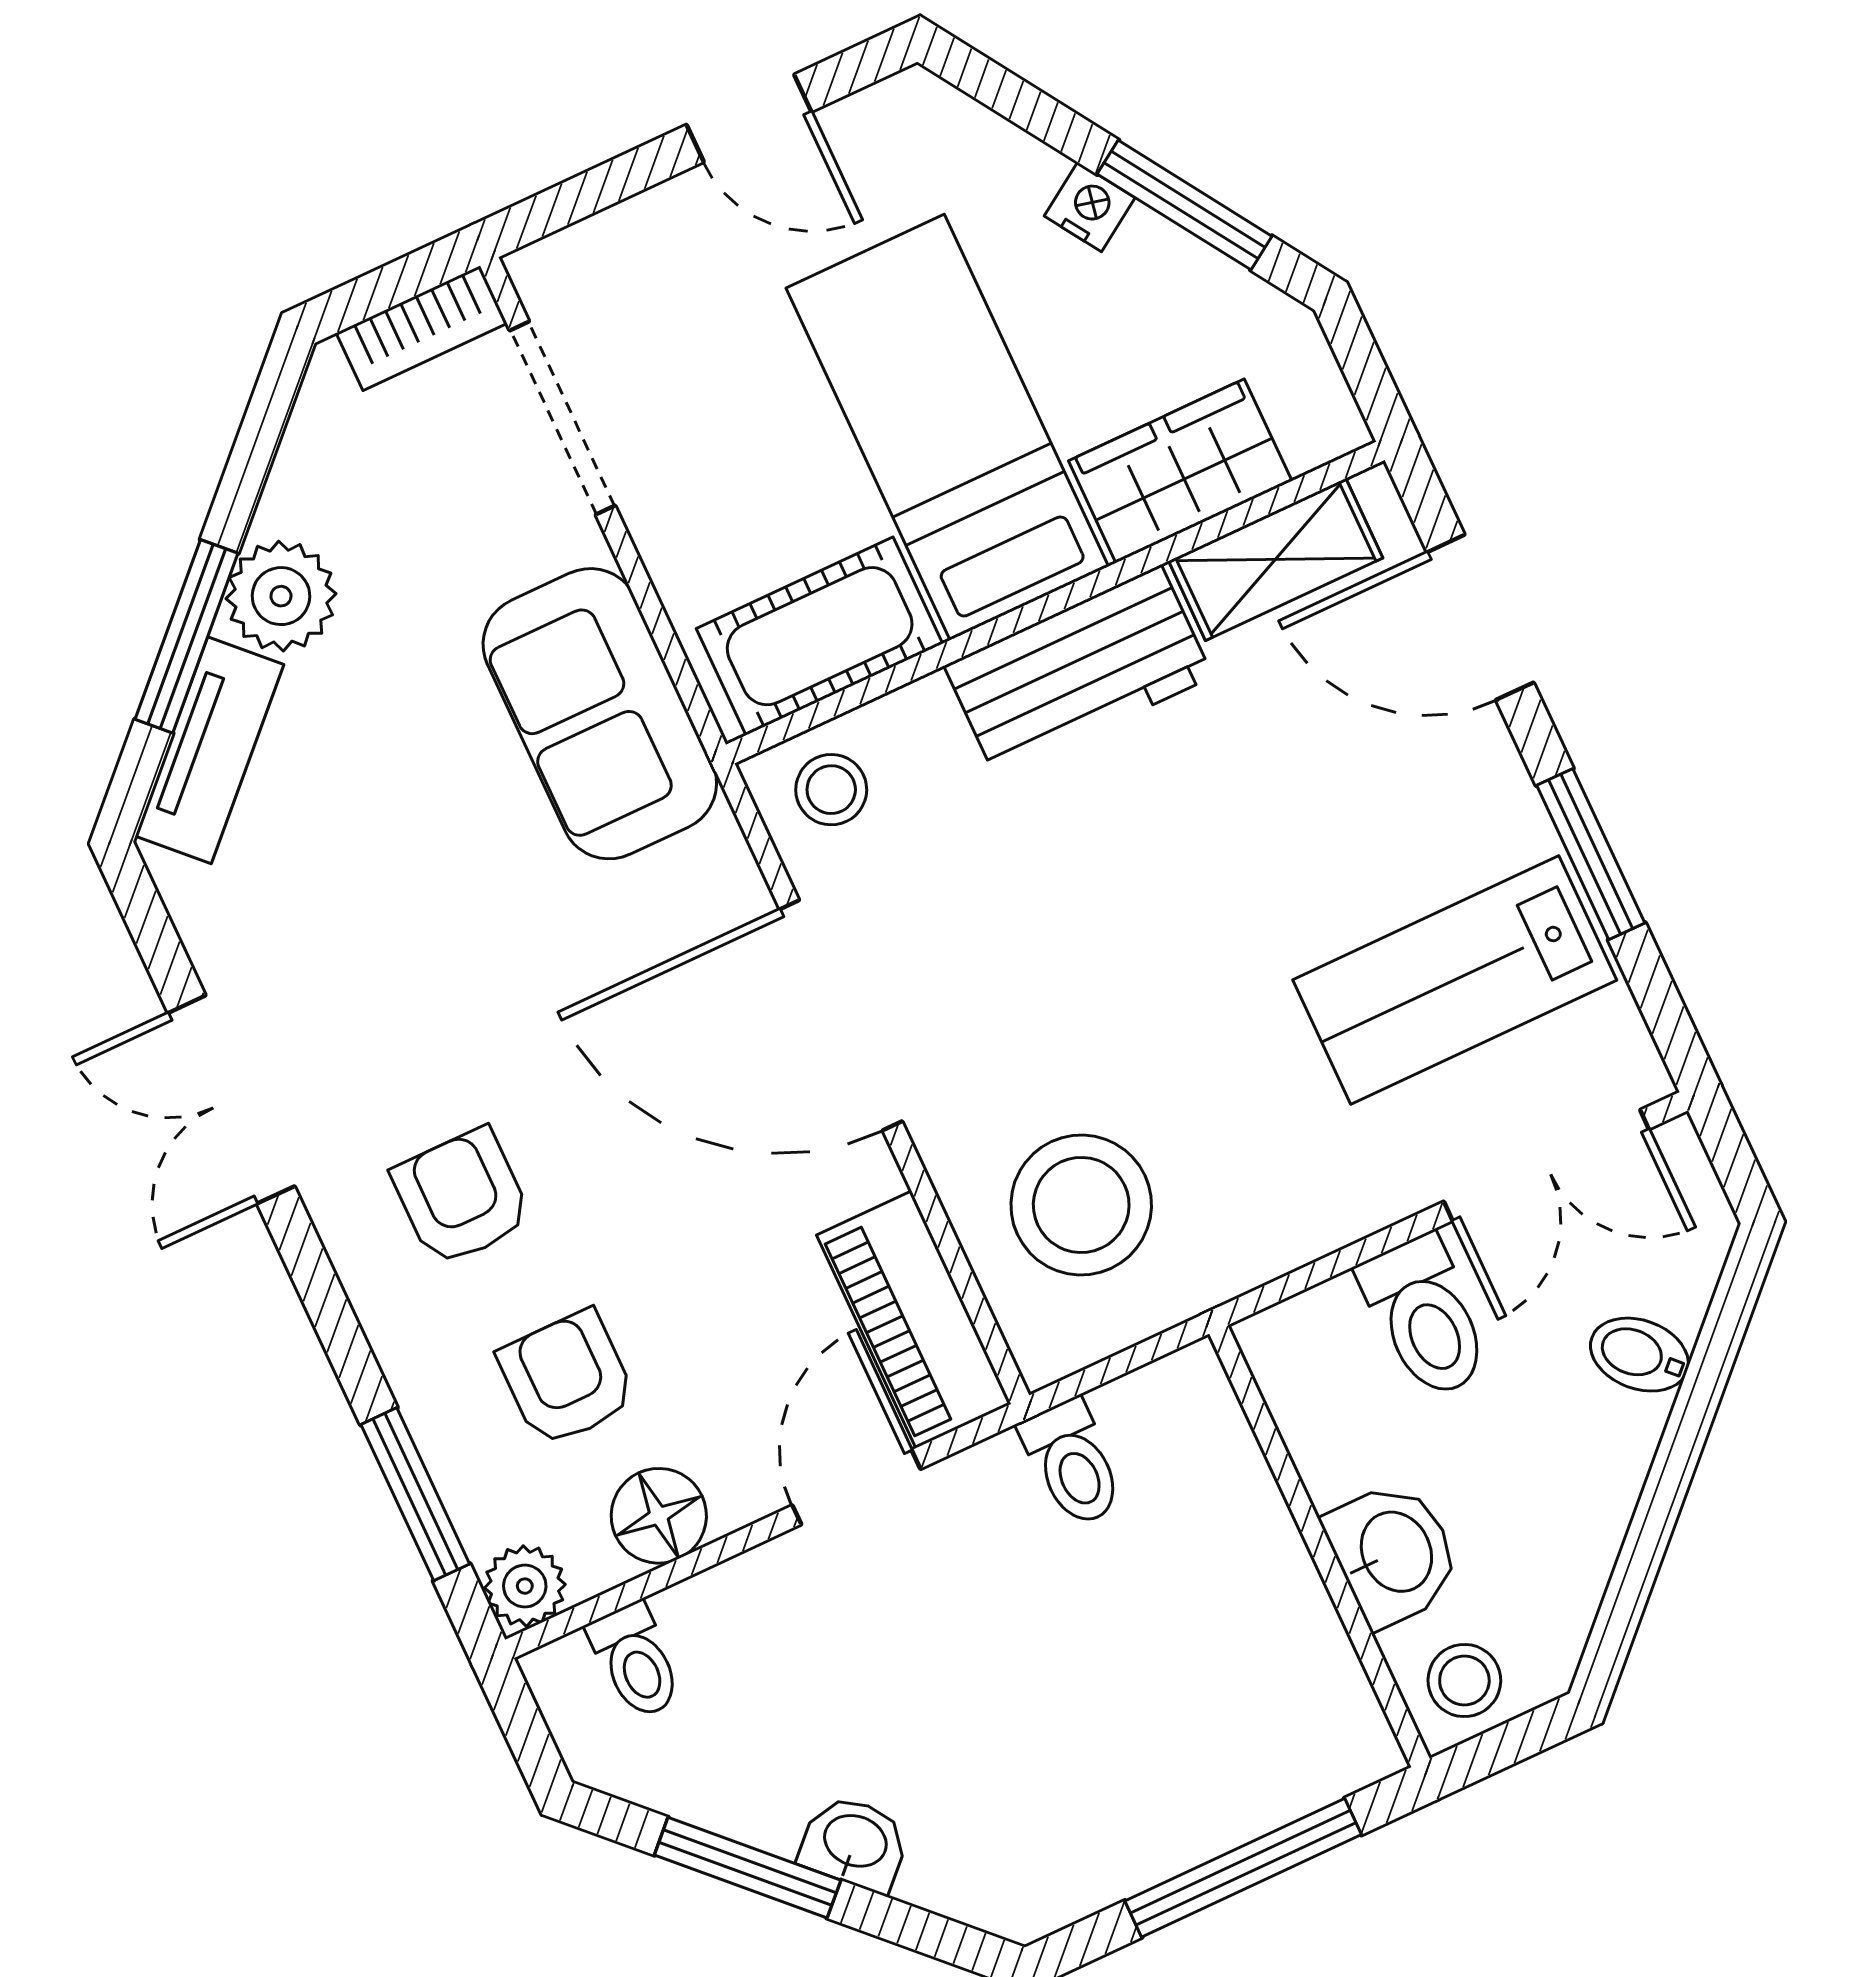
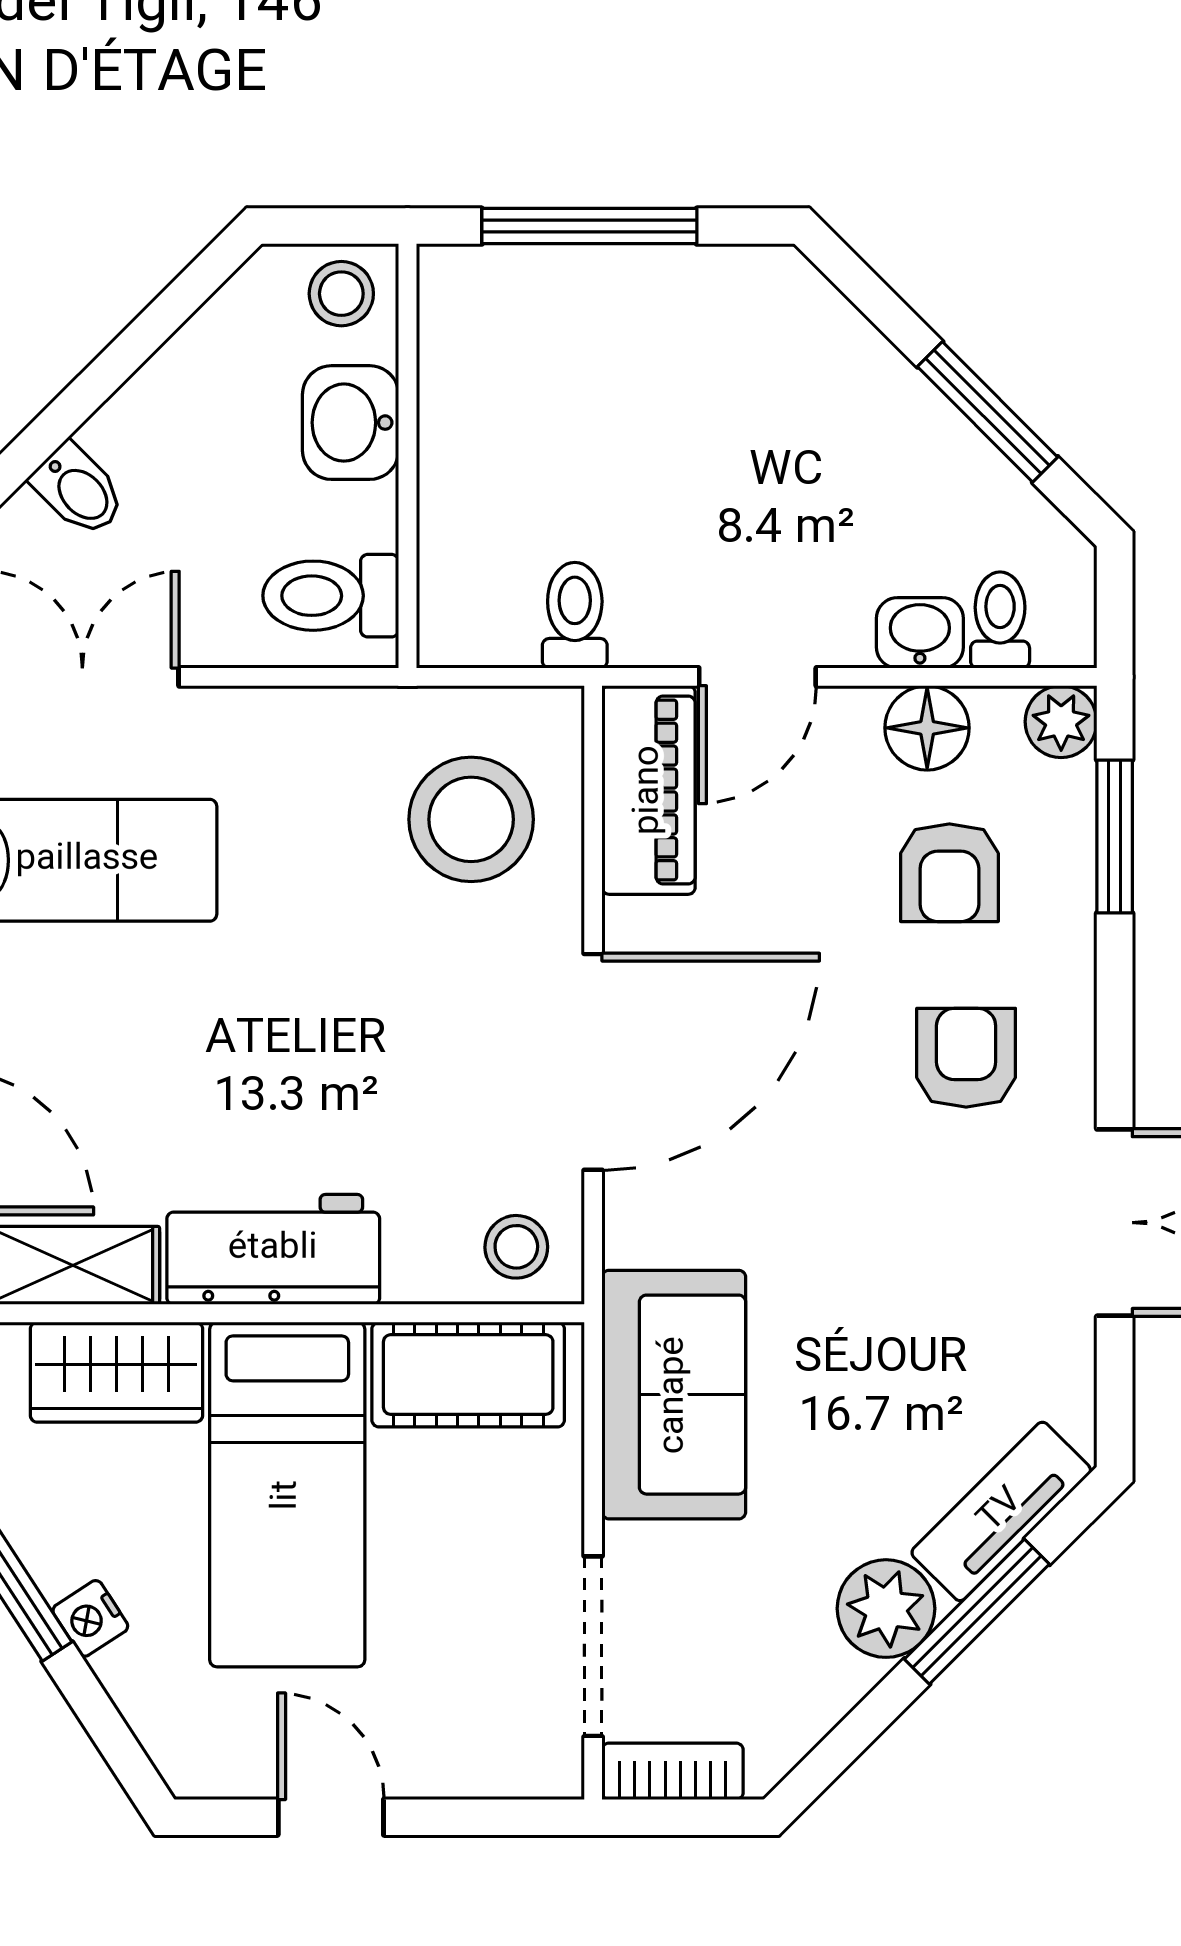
door: (841, 1015) -> (593, 1062), hinge flipped
armchair: (462, 1197) -> (966, 1058), turned 180
toilet: (1426, 1317) -> (331, 596), moved, turned -90
washbasin: (855, 1843) -> (920, 633), moved, turned 135

